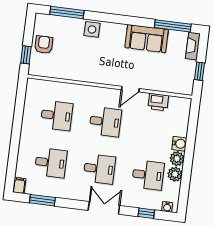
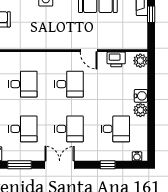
window: (199, 71) -> (151, 14), moved
door: (130, 89) -> (89, 51), hinge flipped
plant: (175, 174) -> (140, 61), moved
double door: (104, 208) -> (60, 165), moved
window: (146, 213) -> (108, 165), moved

